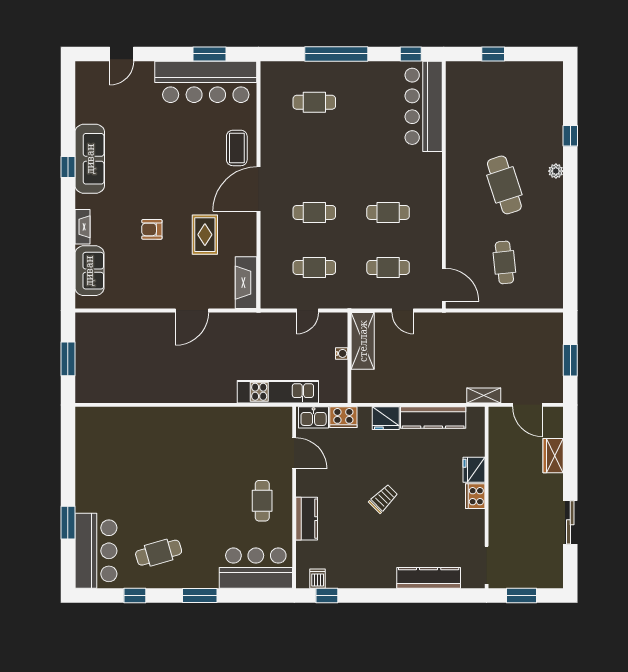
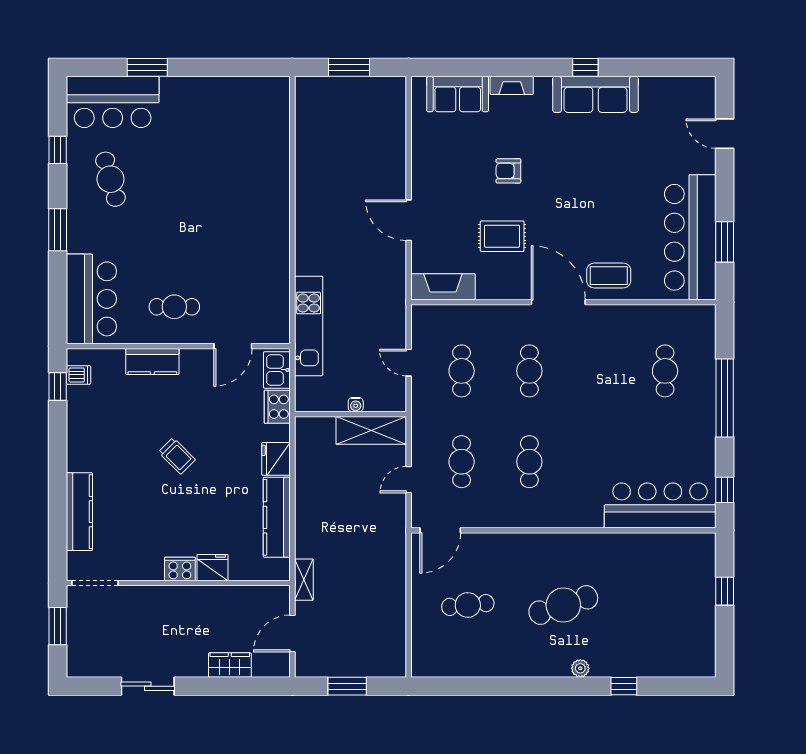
armchair: (152, 229) -> (508, 171), turned -90

